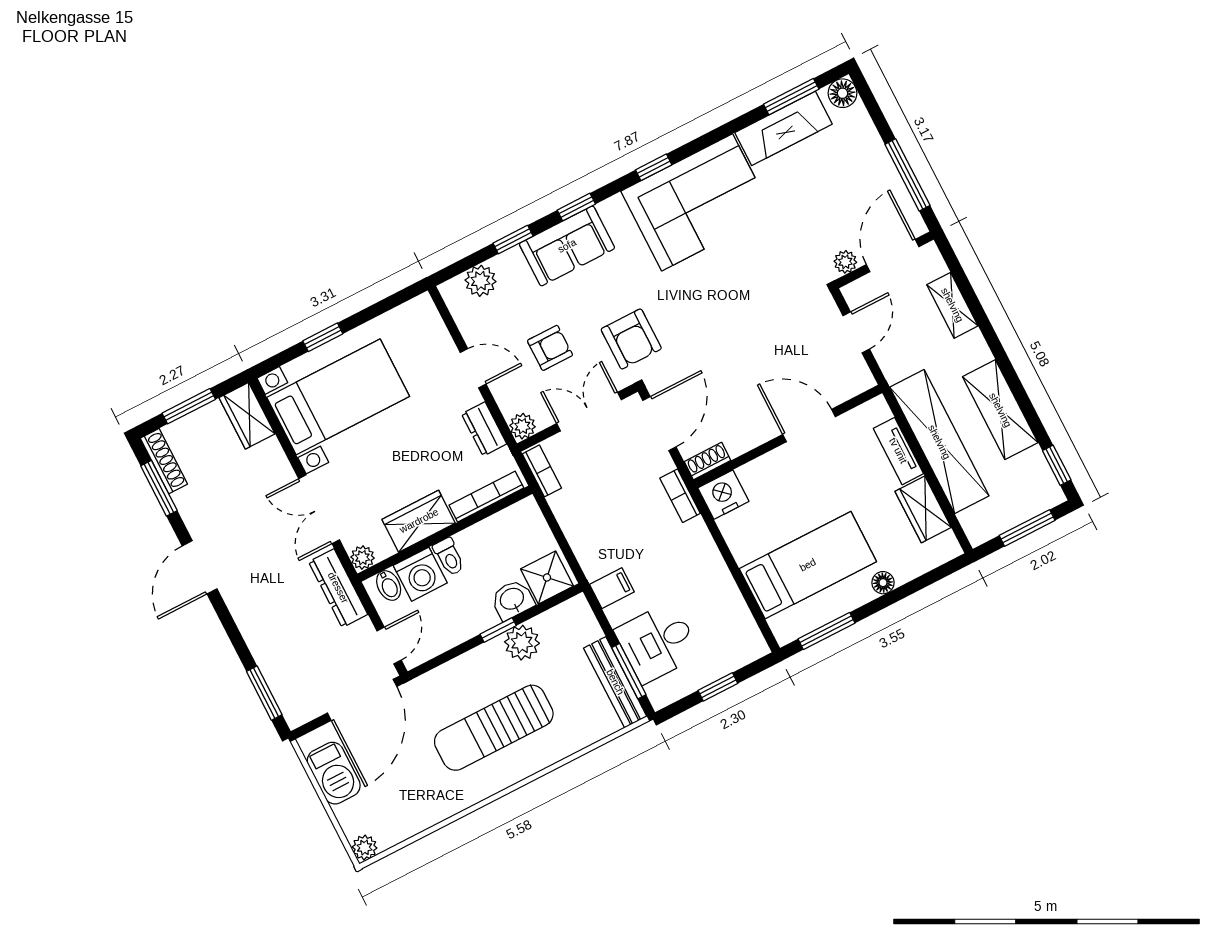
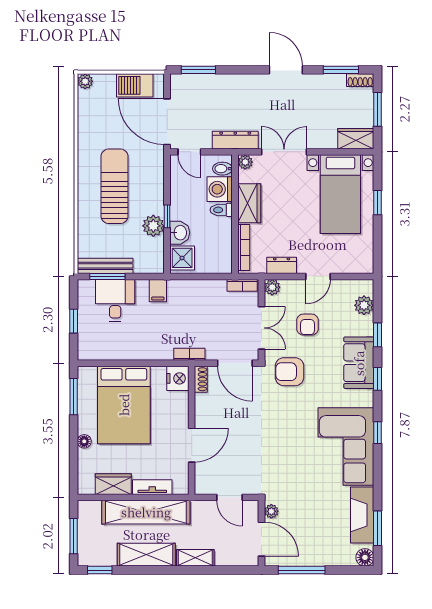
shelving: (952, 305) -> (195, 558), moved
shoe rack: (164, 461) -> (360, 80), width x0.70
bed: (808, 565) -> (124, 405), width x1.50

